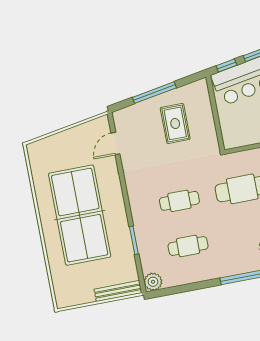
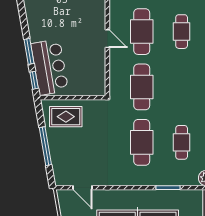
rug: (175, 123) -> (66, 117), moved
cafe table: (179, 201) -> (142, 142), width x1.37, depth x1.35

